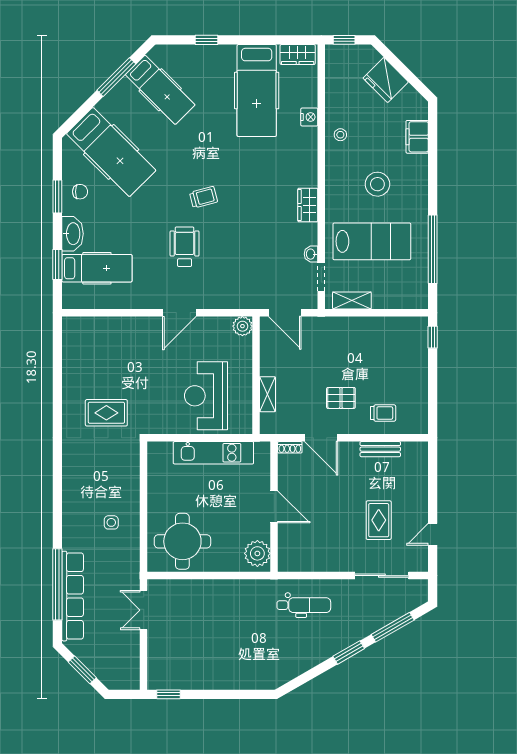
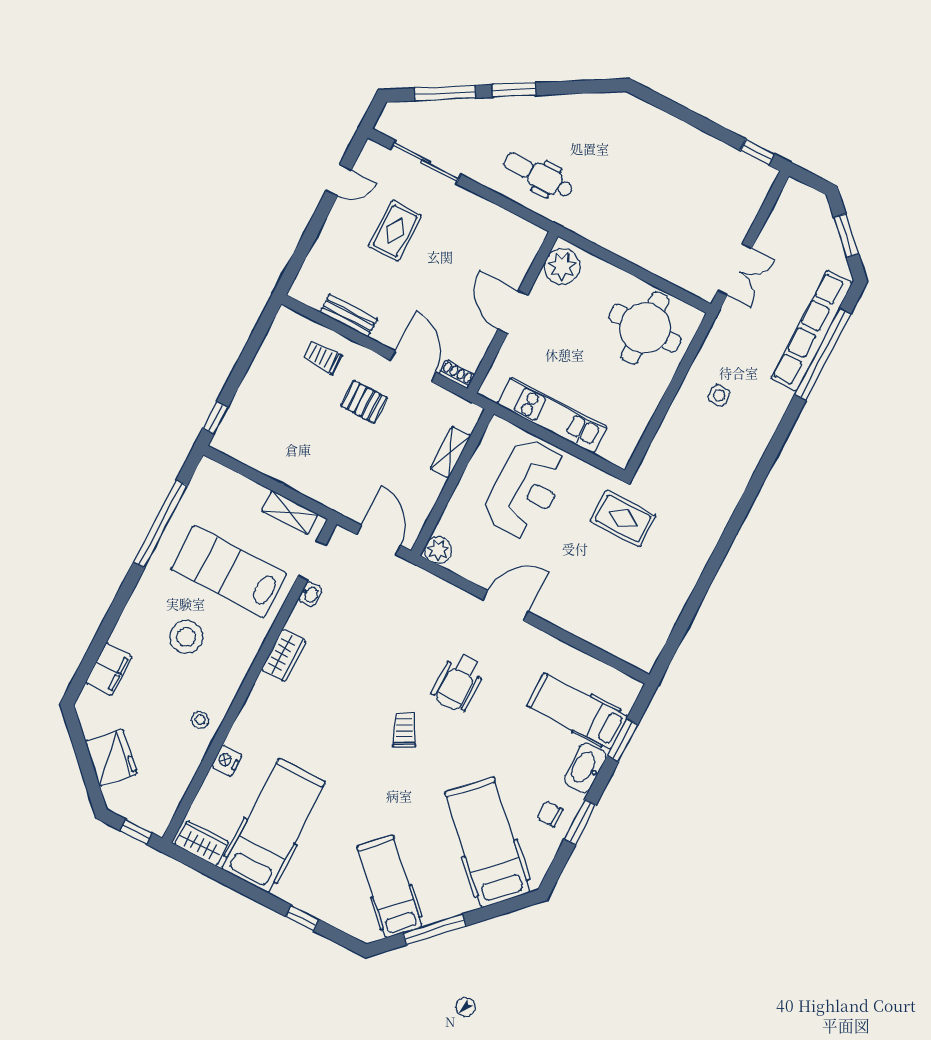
trolley: (204, 197) -> (404, 730), turned 78
rug: (106, 413) -> (623, 518), moved

